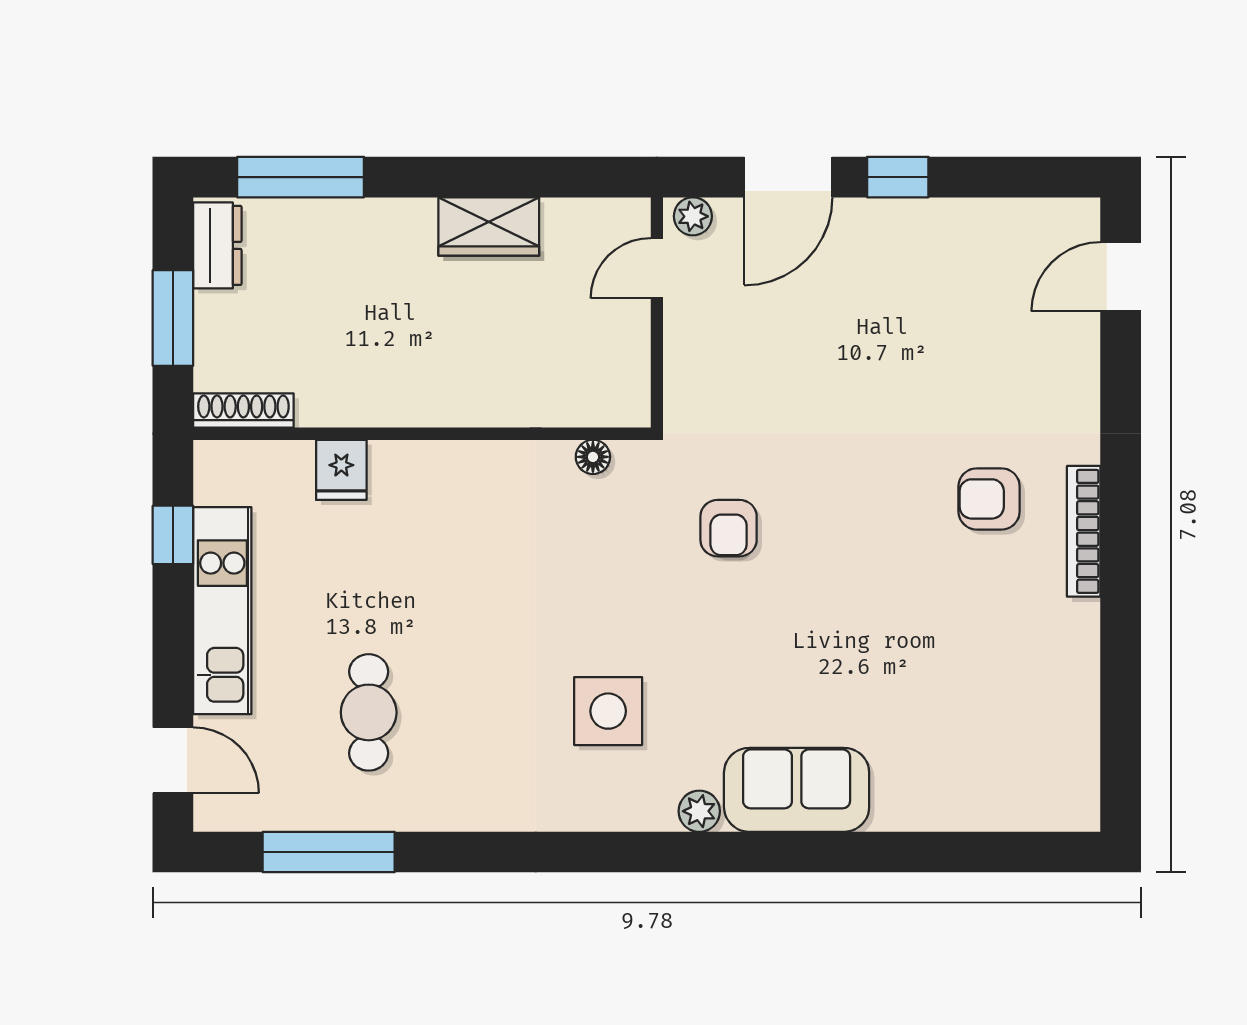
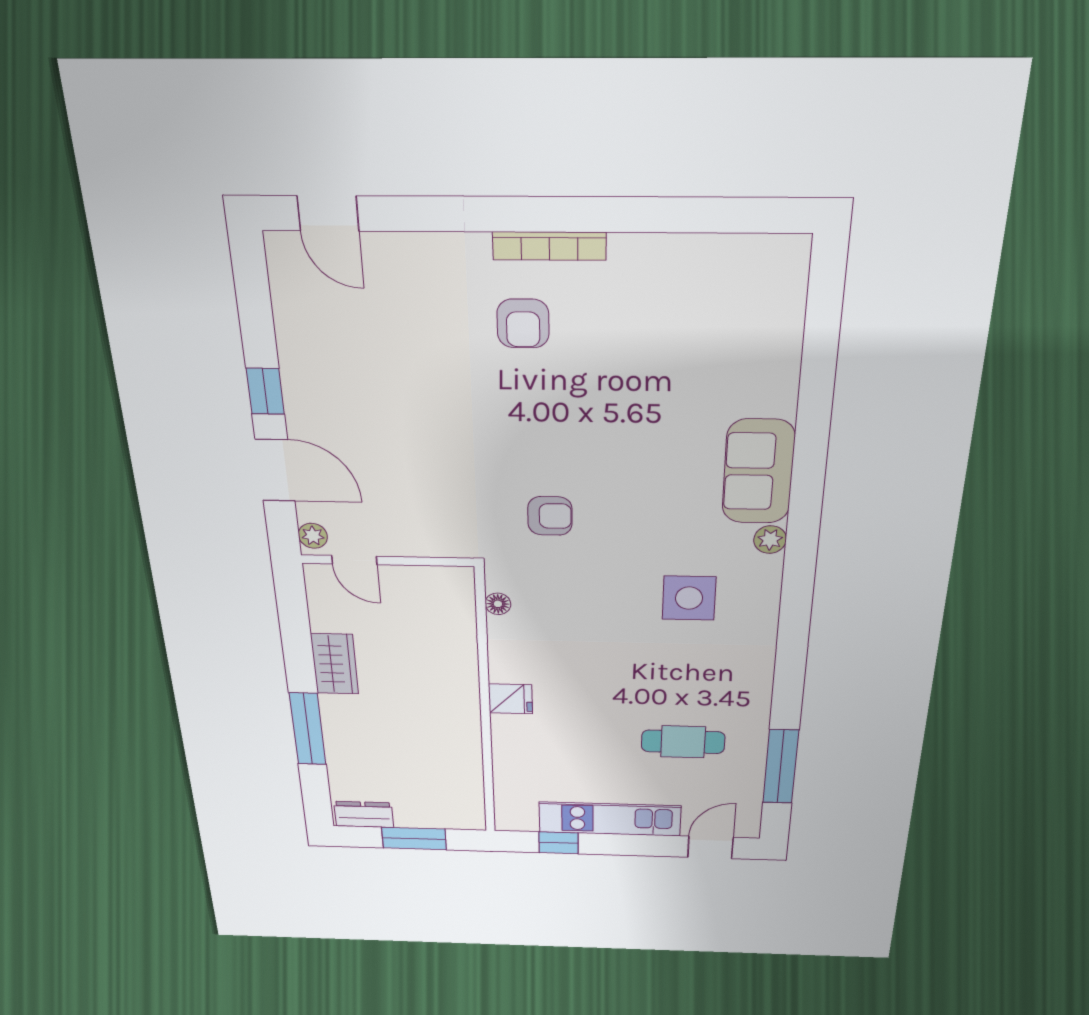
window: (301, 177) -> (308, 729), moved
shoe rack: (243, 411) -> (474, 804), removed
fridge: (341, 470) -> (511, 699), moved

